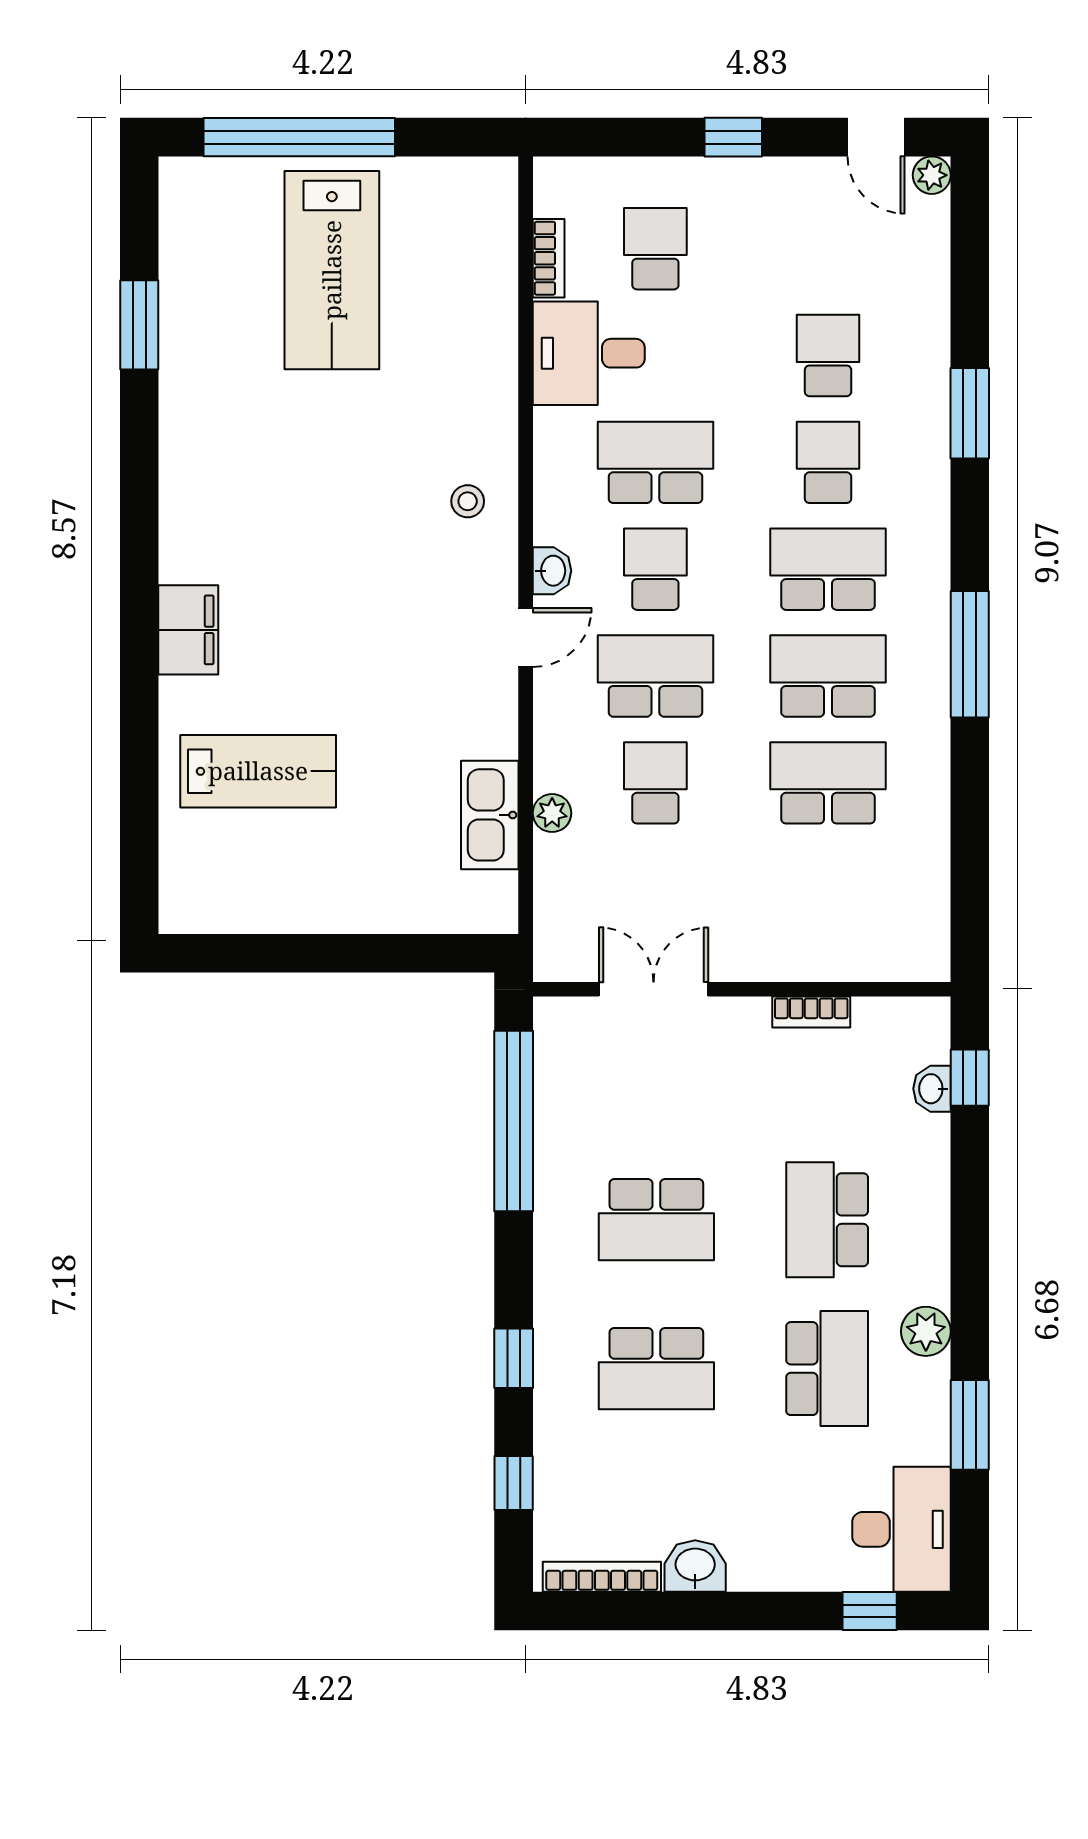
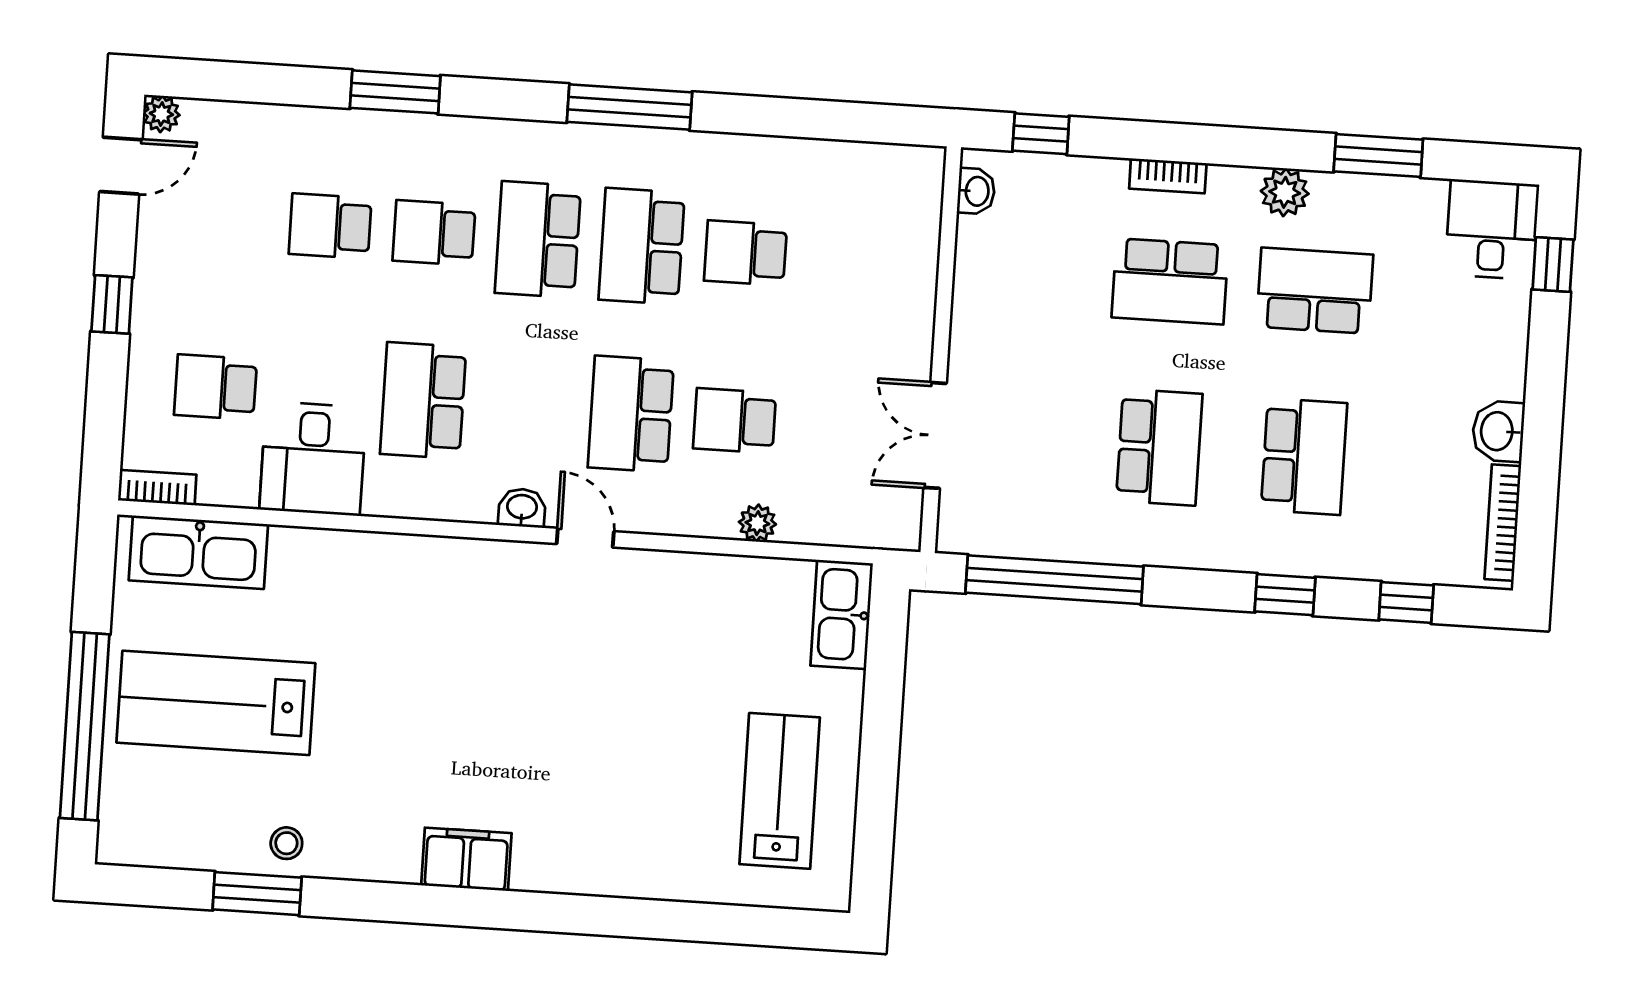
kitchen sink: (485, 242) -> (198, 552), added
bookcase: (549, 258) -> (157, 488), moved
lab bench: (332, 270) -> (216, 703), turned 180
stool: (468, 501) -> (286, 843), moved
school desk: (655, 569) -> (527, 407), removed
filing cabinet: (188, 630) -> (466, 859), moved
lab bench: (258, 771) -> (780, 791), moved
school desk: (828, 783) -> (745, 253), width x0.54
kitchen sink: (490, 815) -> (842, 614), moved, turned 90
bookcase: (811, 1012) -> (1168, 176), moved, turned 90
washbasin: (932, 1089) -> (976, 191), moved, turned -90
desk: (901, 1529) -> (1492, 230), width x0.73

